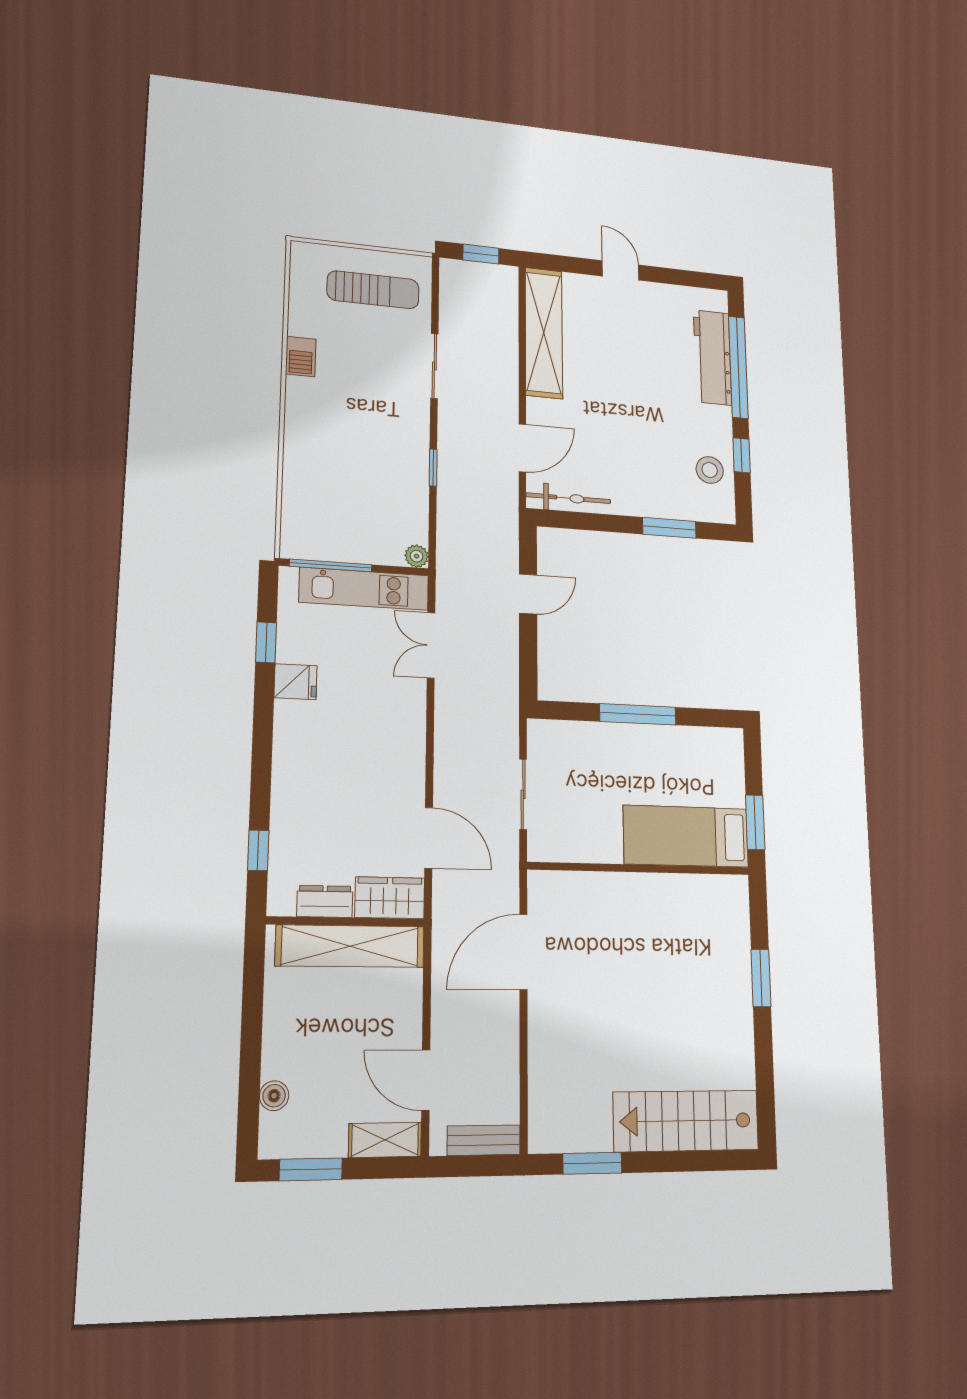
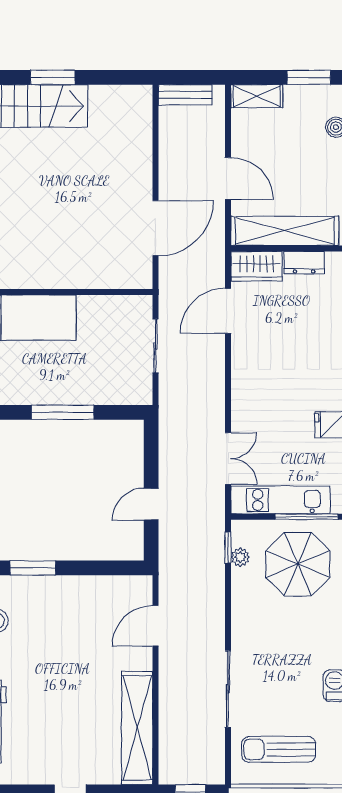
sliding door: (434, 366) -> (228, 689), width x1.37
window: (433, 468) -> (228, 547), moved
bicycle: (568, 498) -> (117, 586), removed
parasol: (344, 507) -> (298, 564), added
plant: (417, 556) -> (240, 557), moved
door: (429, 838) -> (228, 311), hinge flipped
door: (426, 1080) -> (228, 178), moved
window: (592, 1163) -> (53, 77), moved

